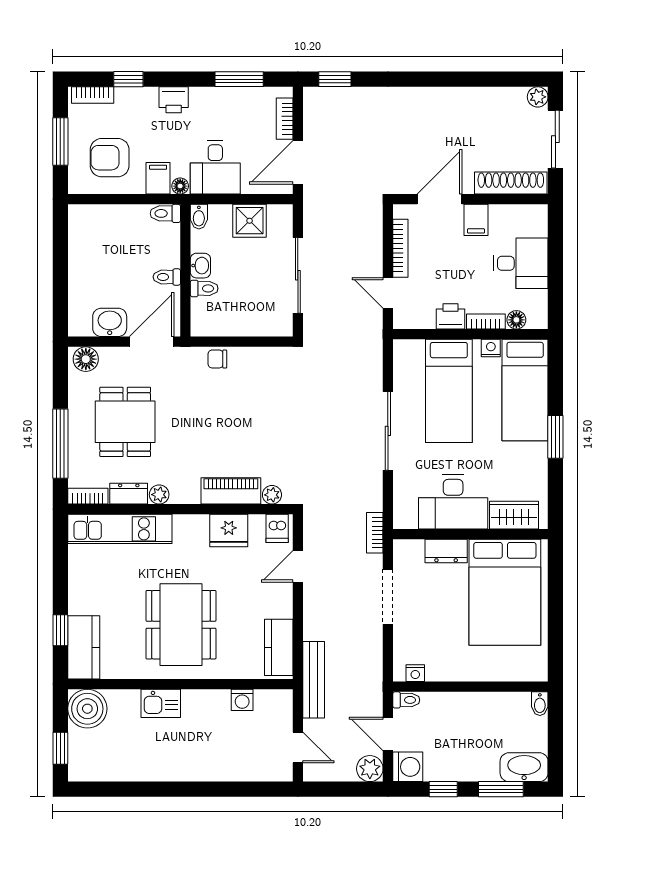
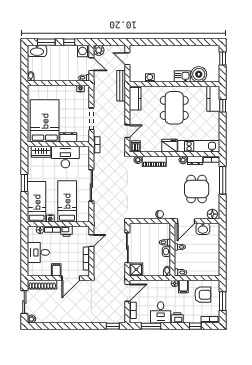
desk: (215, 167) -> (161, 312), moved, turned 180
shower: (250, 221) -> (136, 269), moved
door: (388, 293) -> (91, 241), hinge flipped
fridge: (229, 530) -> (169, 146), moved
boiler: (87, 709) -> (199, 74), moved

